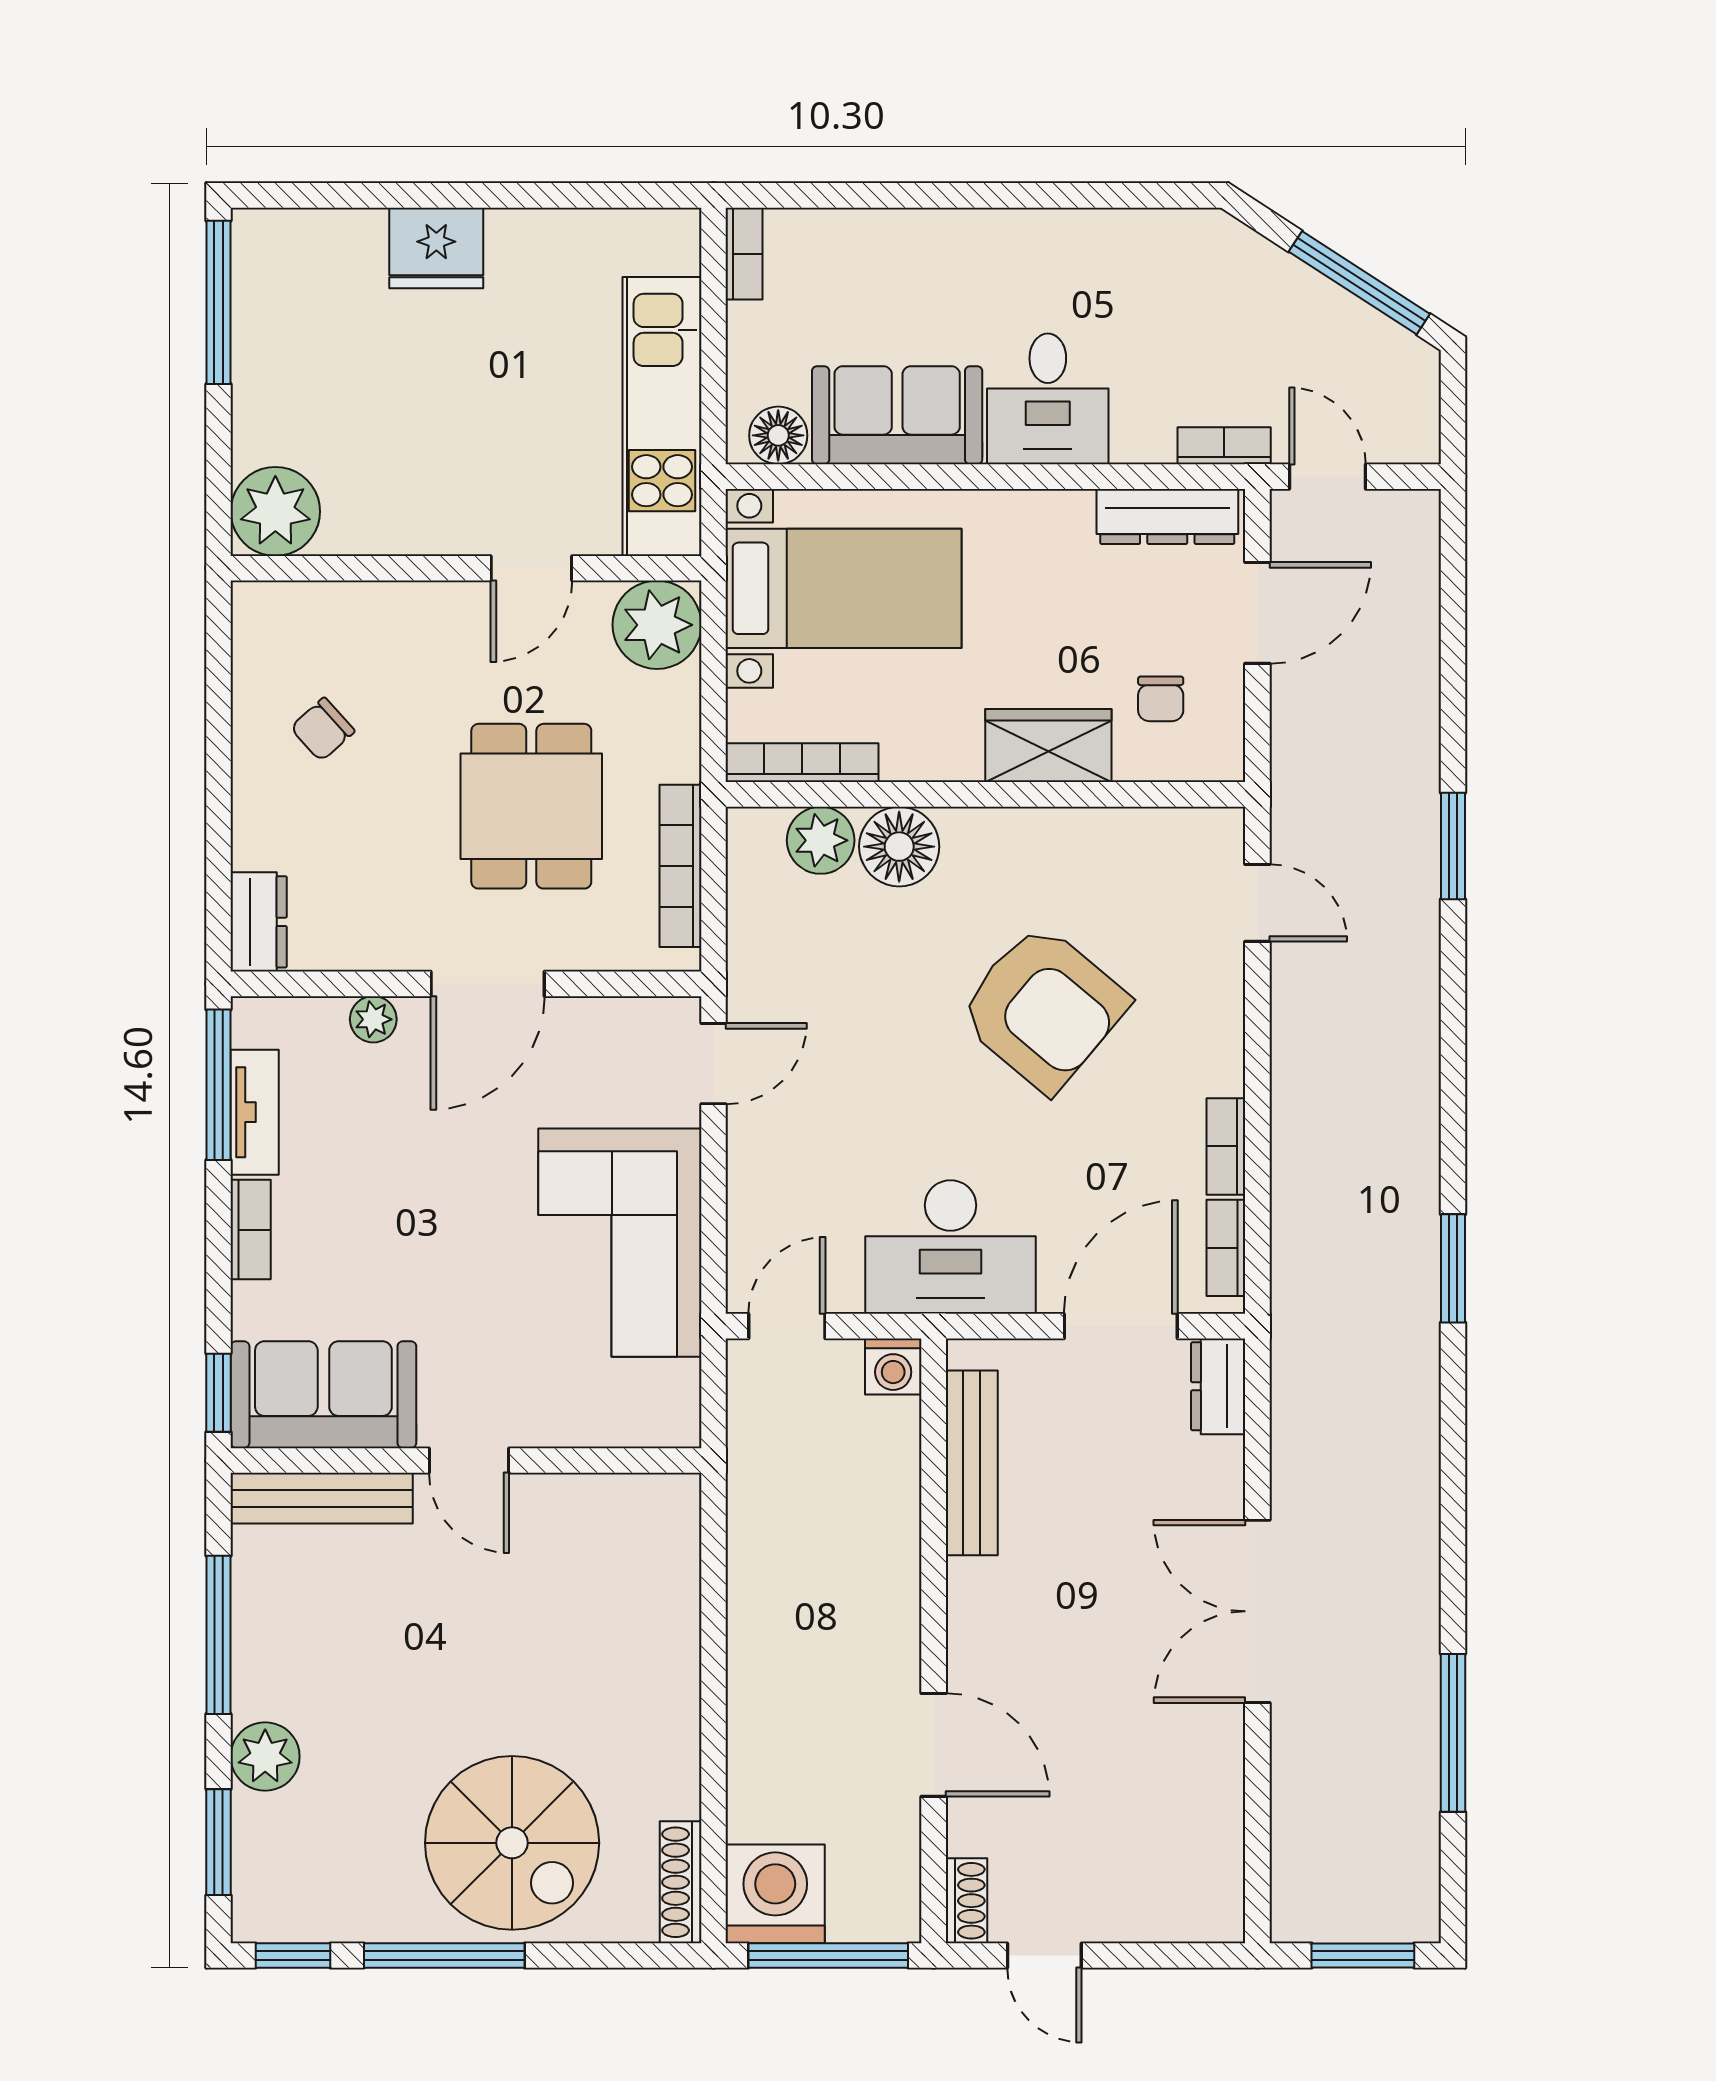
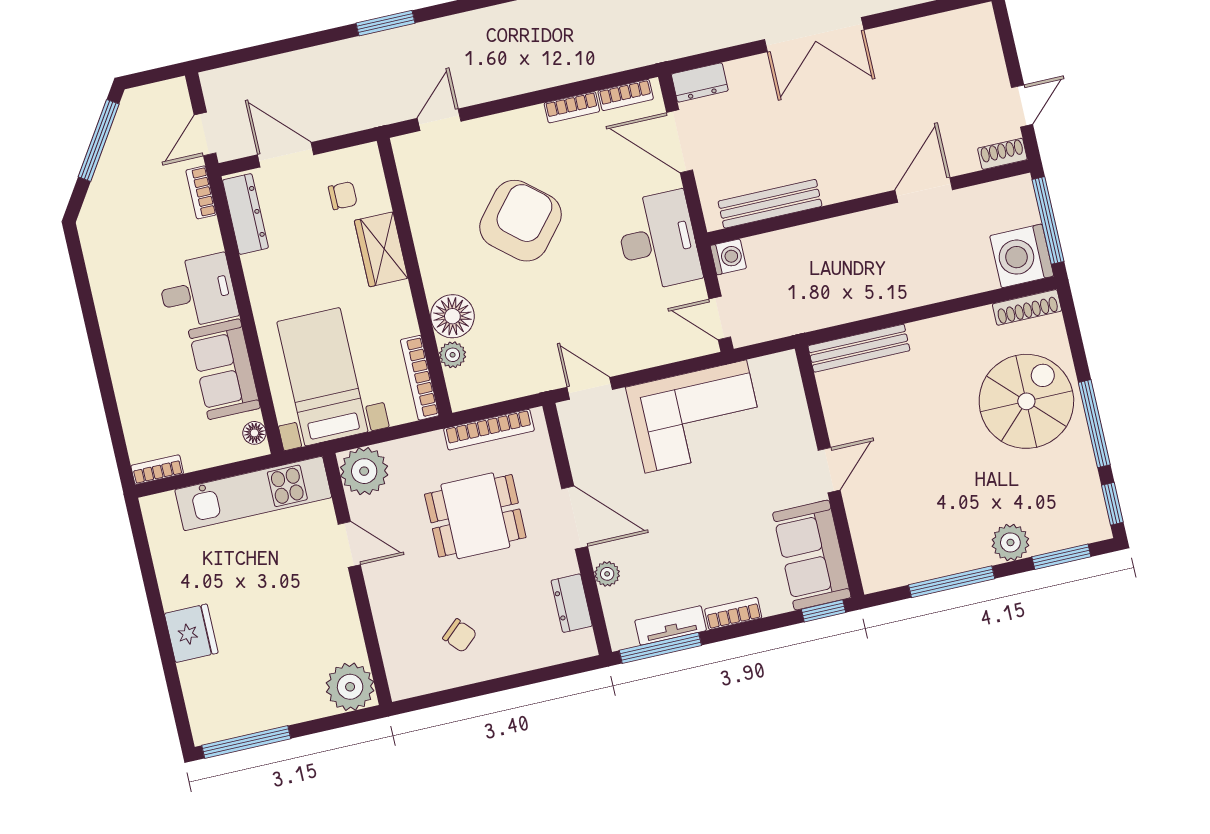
floor lamp: (778, 435) -> (254, 433), width x0.73, depth x0.73
plant: (821, 840) -> (453, 355), width x0.73, depth x0.73
dresser: (259, 922) -> (572, 603), moved, turned -90
bench: (322, 1498) -> (859, 348), moved, turned 90

